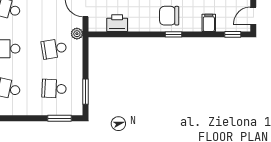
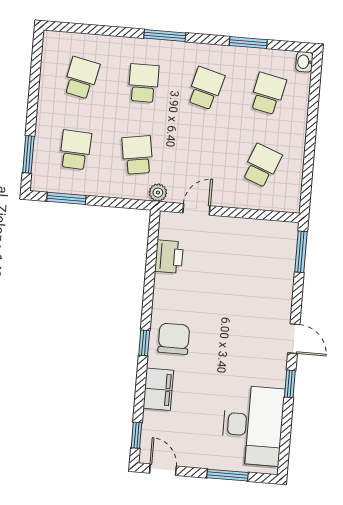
filing cabinet: (209, 23) -> (158, 389), width x2.00

